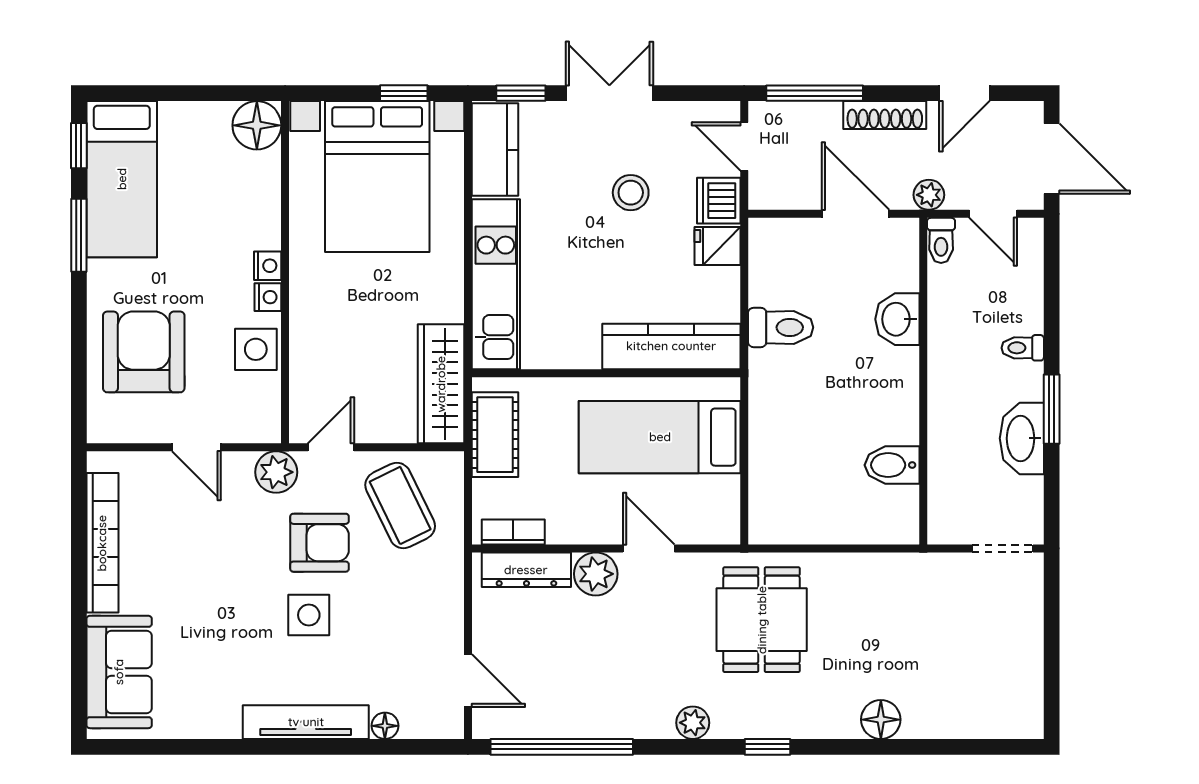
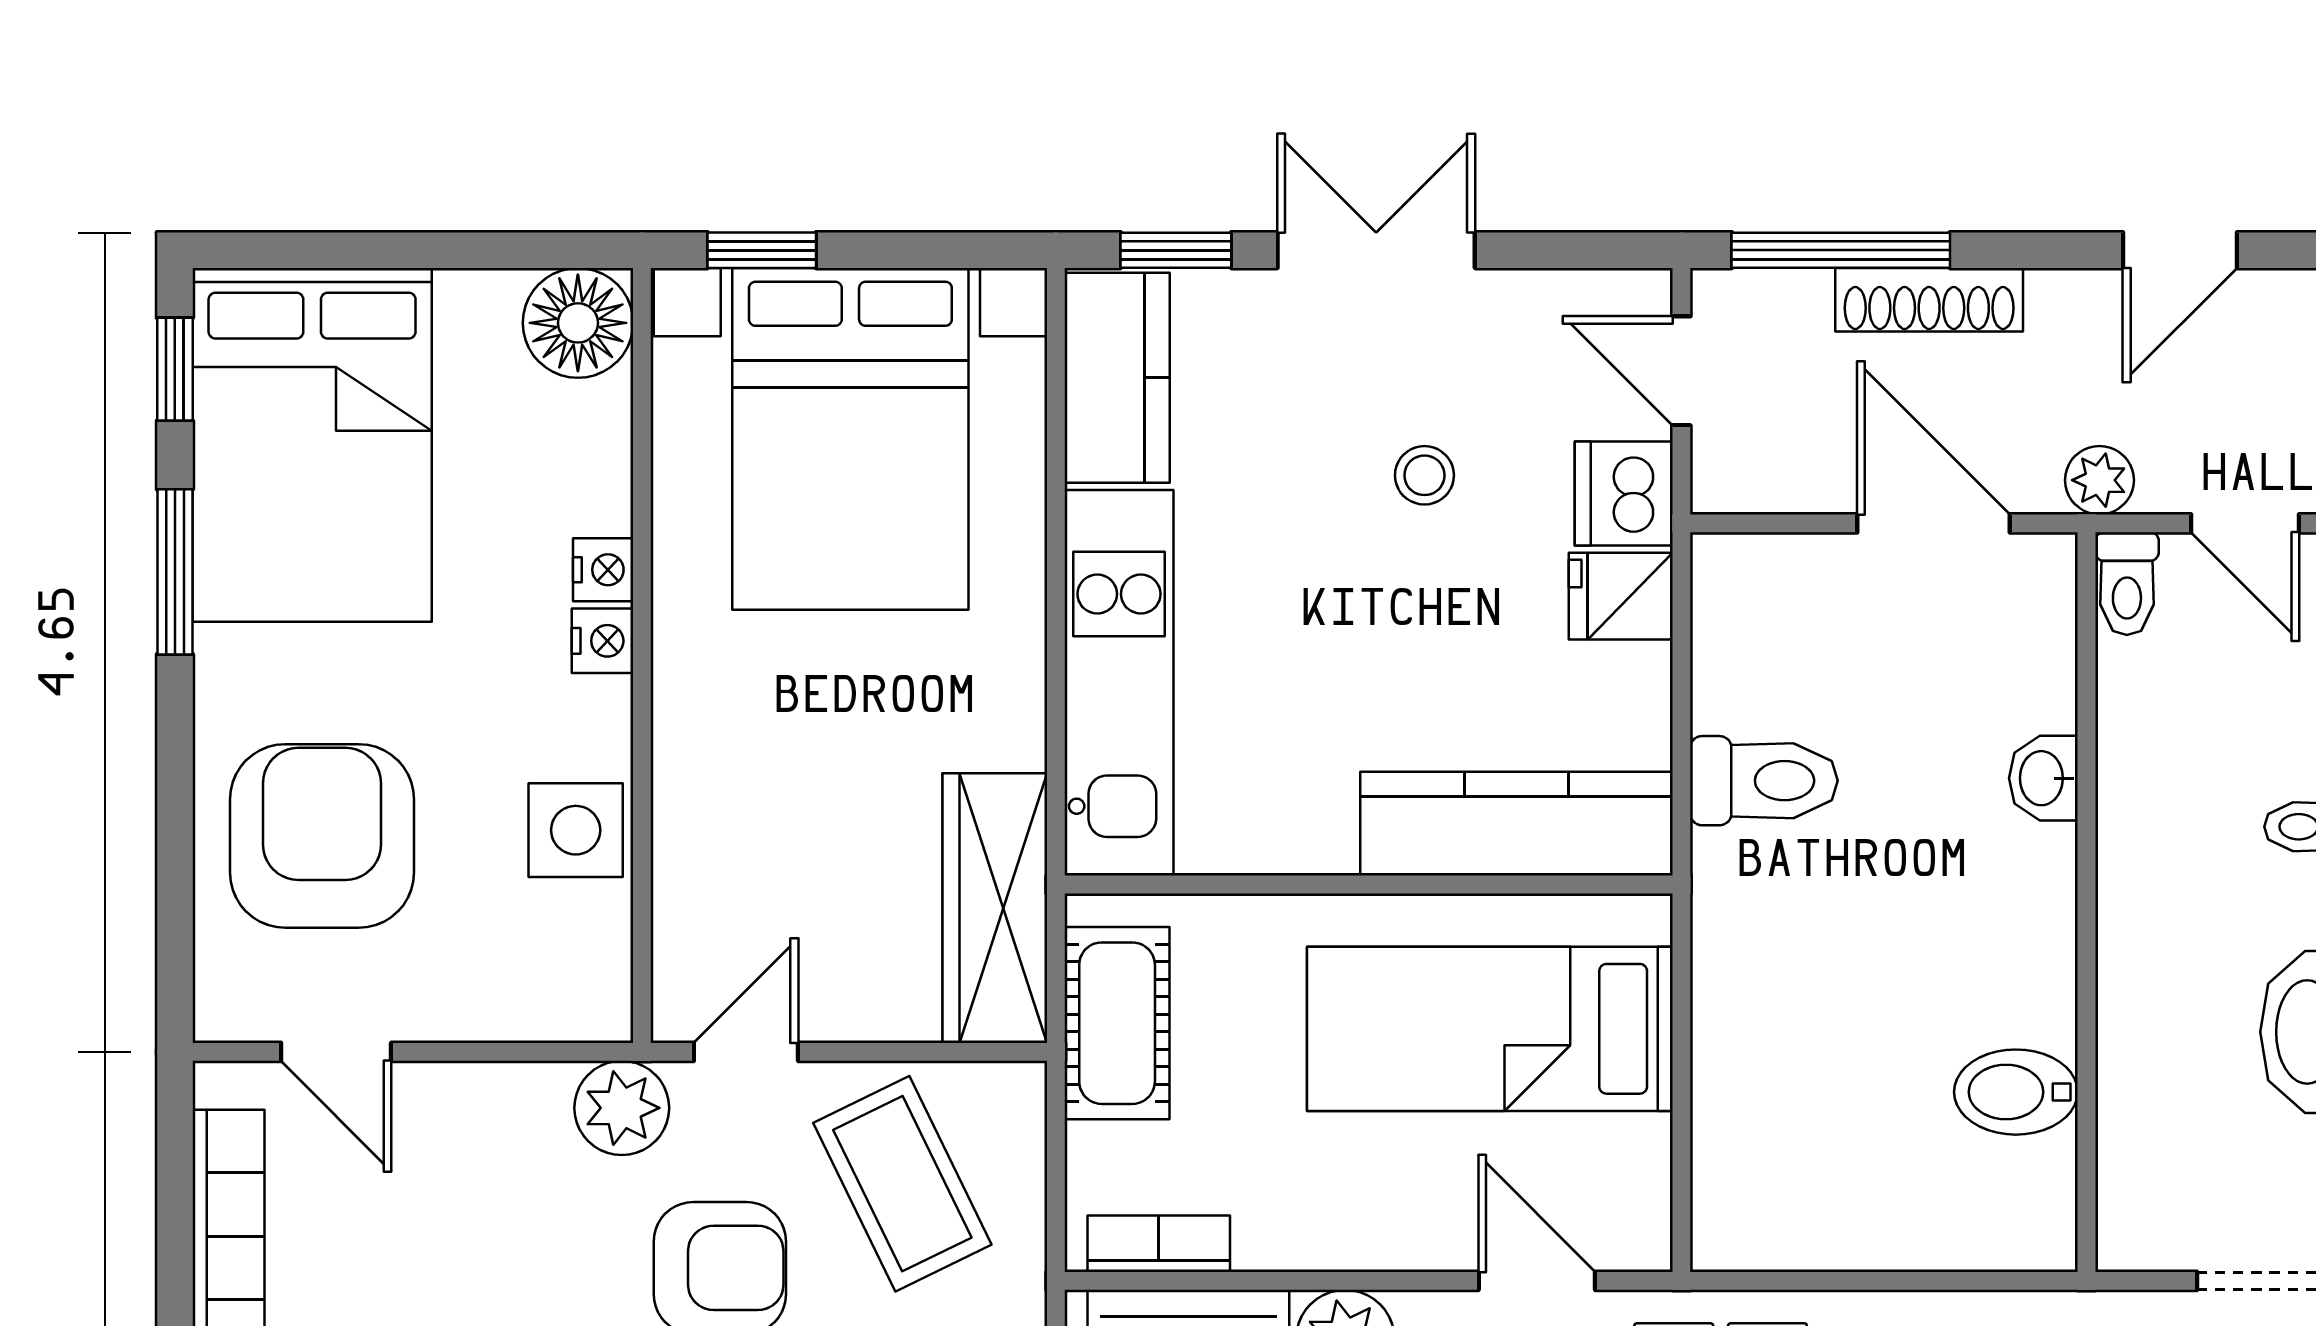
window: (404, 93) -> (762, 250), moved
shoe rack: (885, 115) -> (1929, 300), moved
bed: (122, 179) -> (312, 445), width x1.50
stool: (631, 193) -> (1424, 475), width x0.73, depth x0.73
nightstand: (268, 297) -> (603, 570), moved
washbasin: (897, 319) -> (2043, 778), width x0.72, depth x0.69
door: (196, 447) -> (336, 1052), moved
door: (649, 548) -> (1537, 1281), moved

